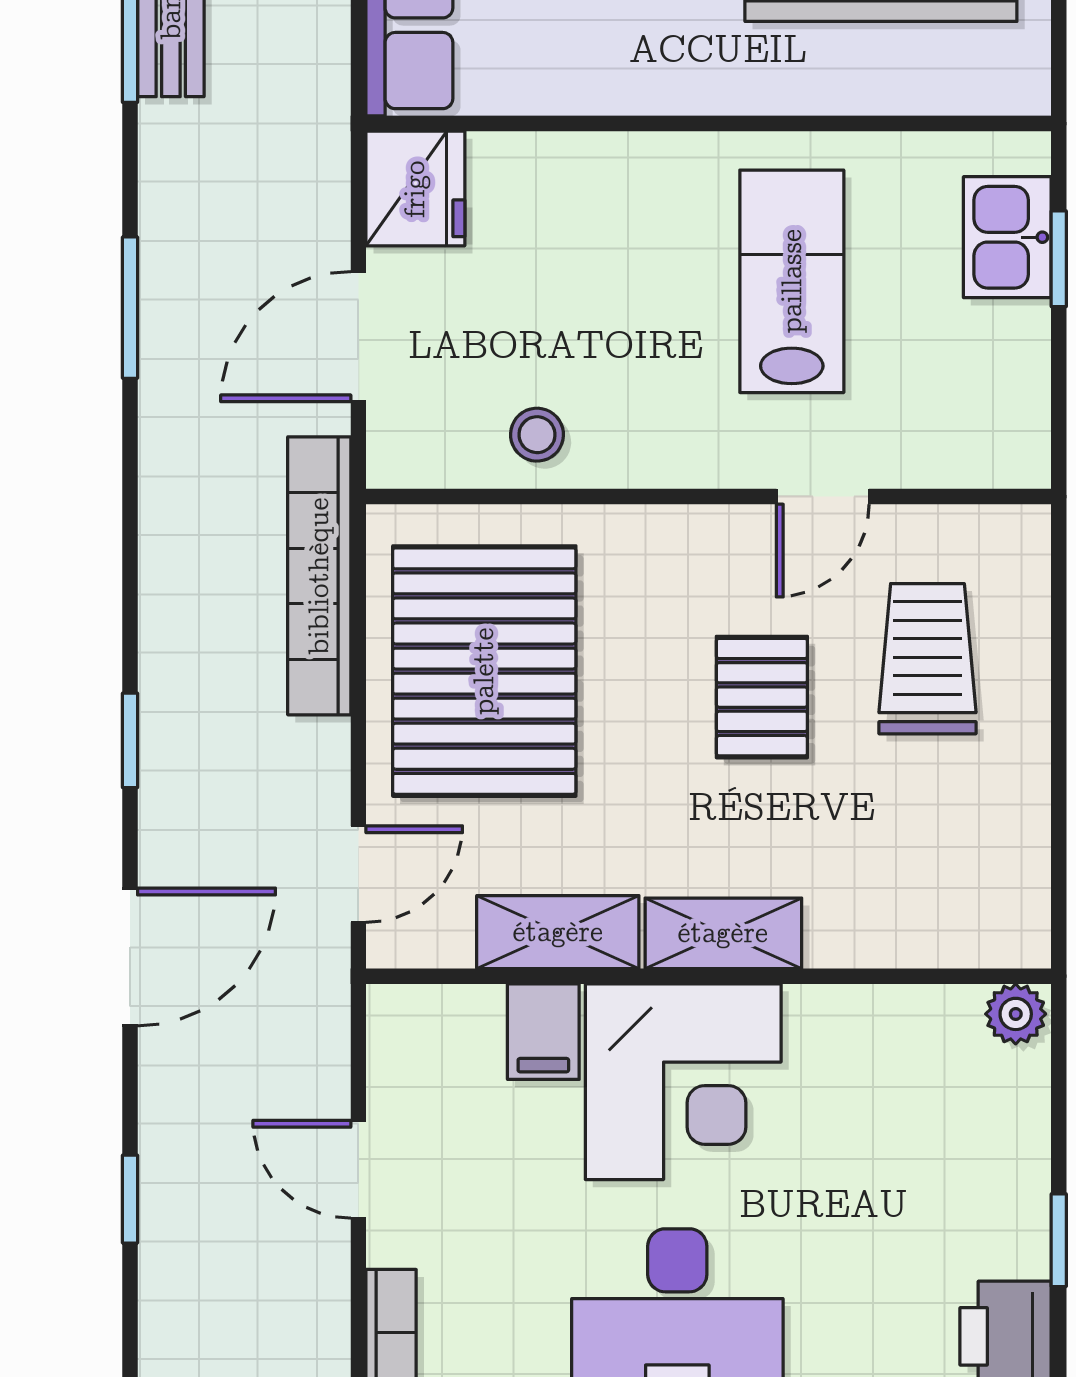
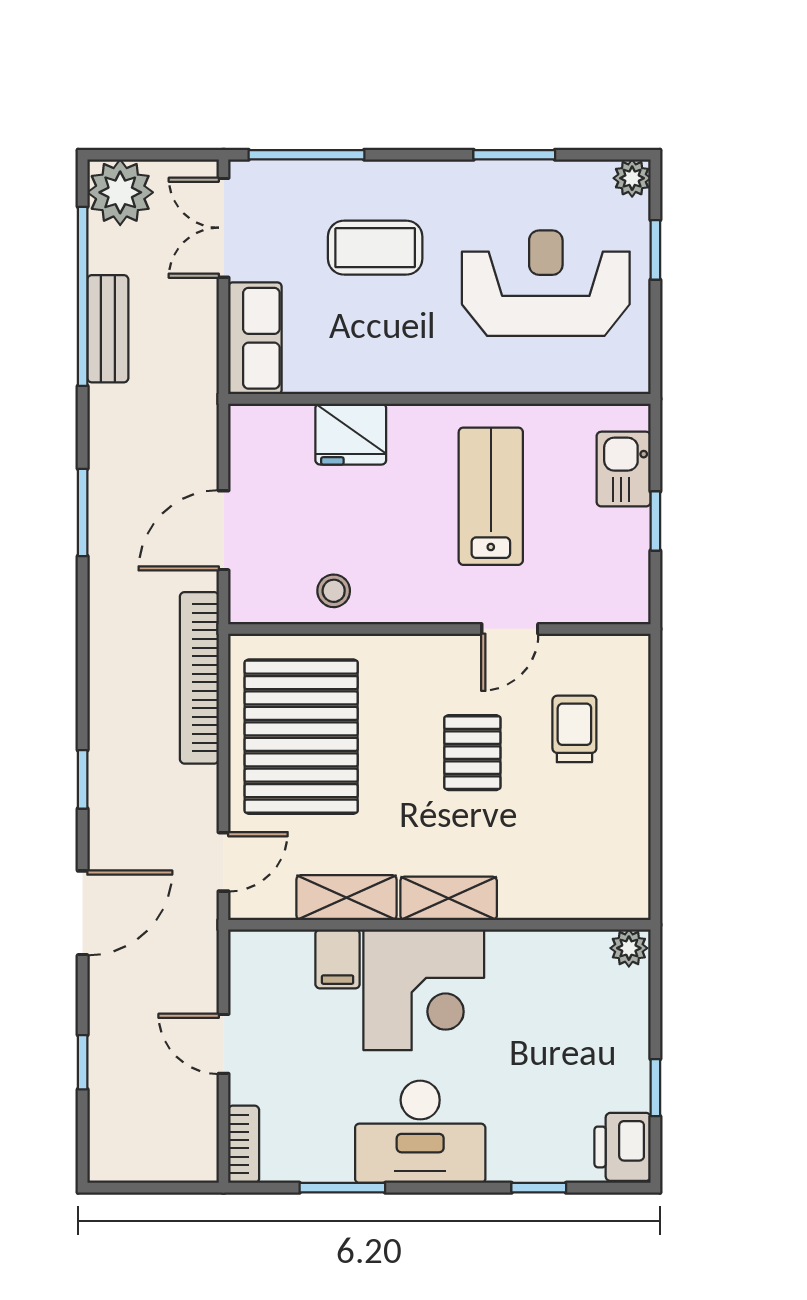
fridge: (415, 189) -> (351, 434), moved, turned 90
window: (1059, 259) -> (655, 521), moved
trolley: (927, 659) -> (574, 729), width x0.73, depth x0.72

